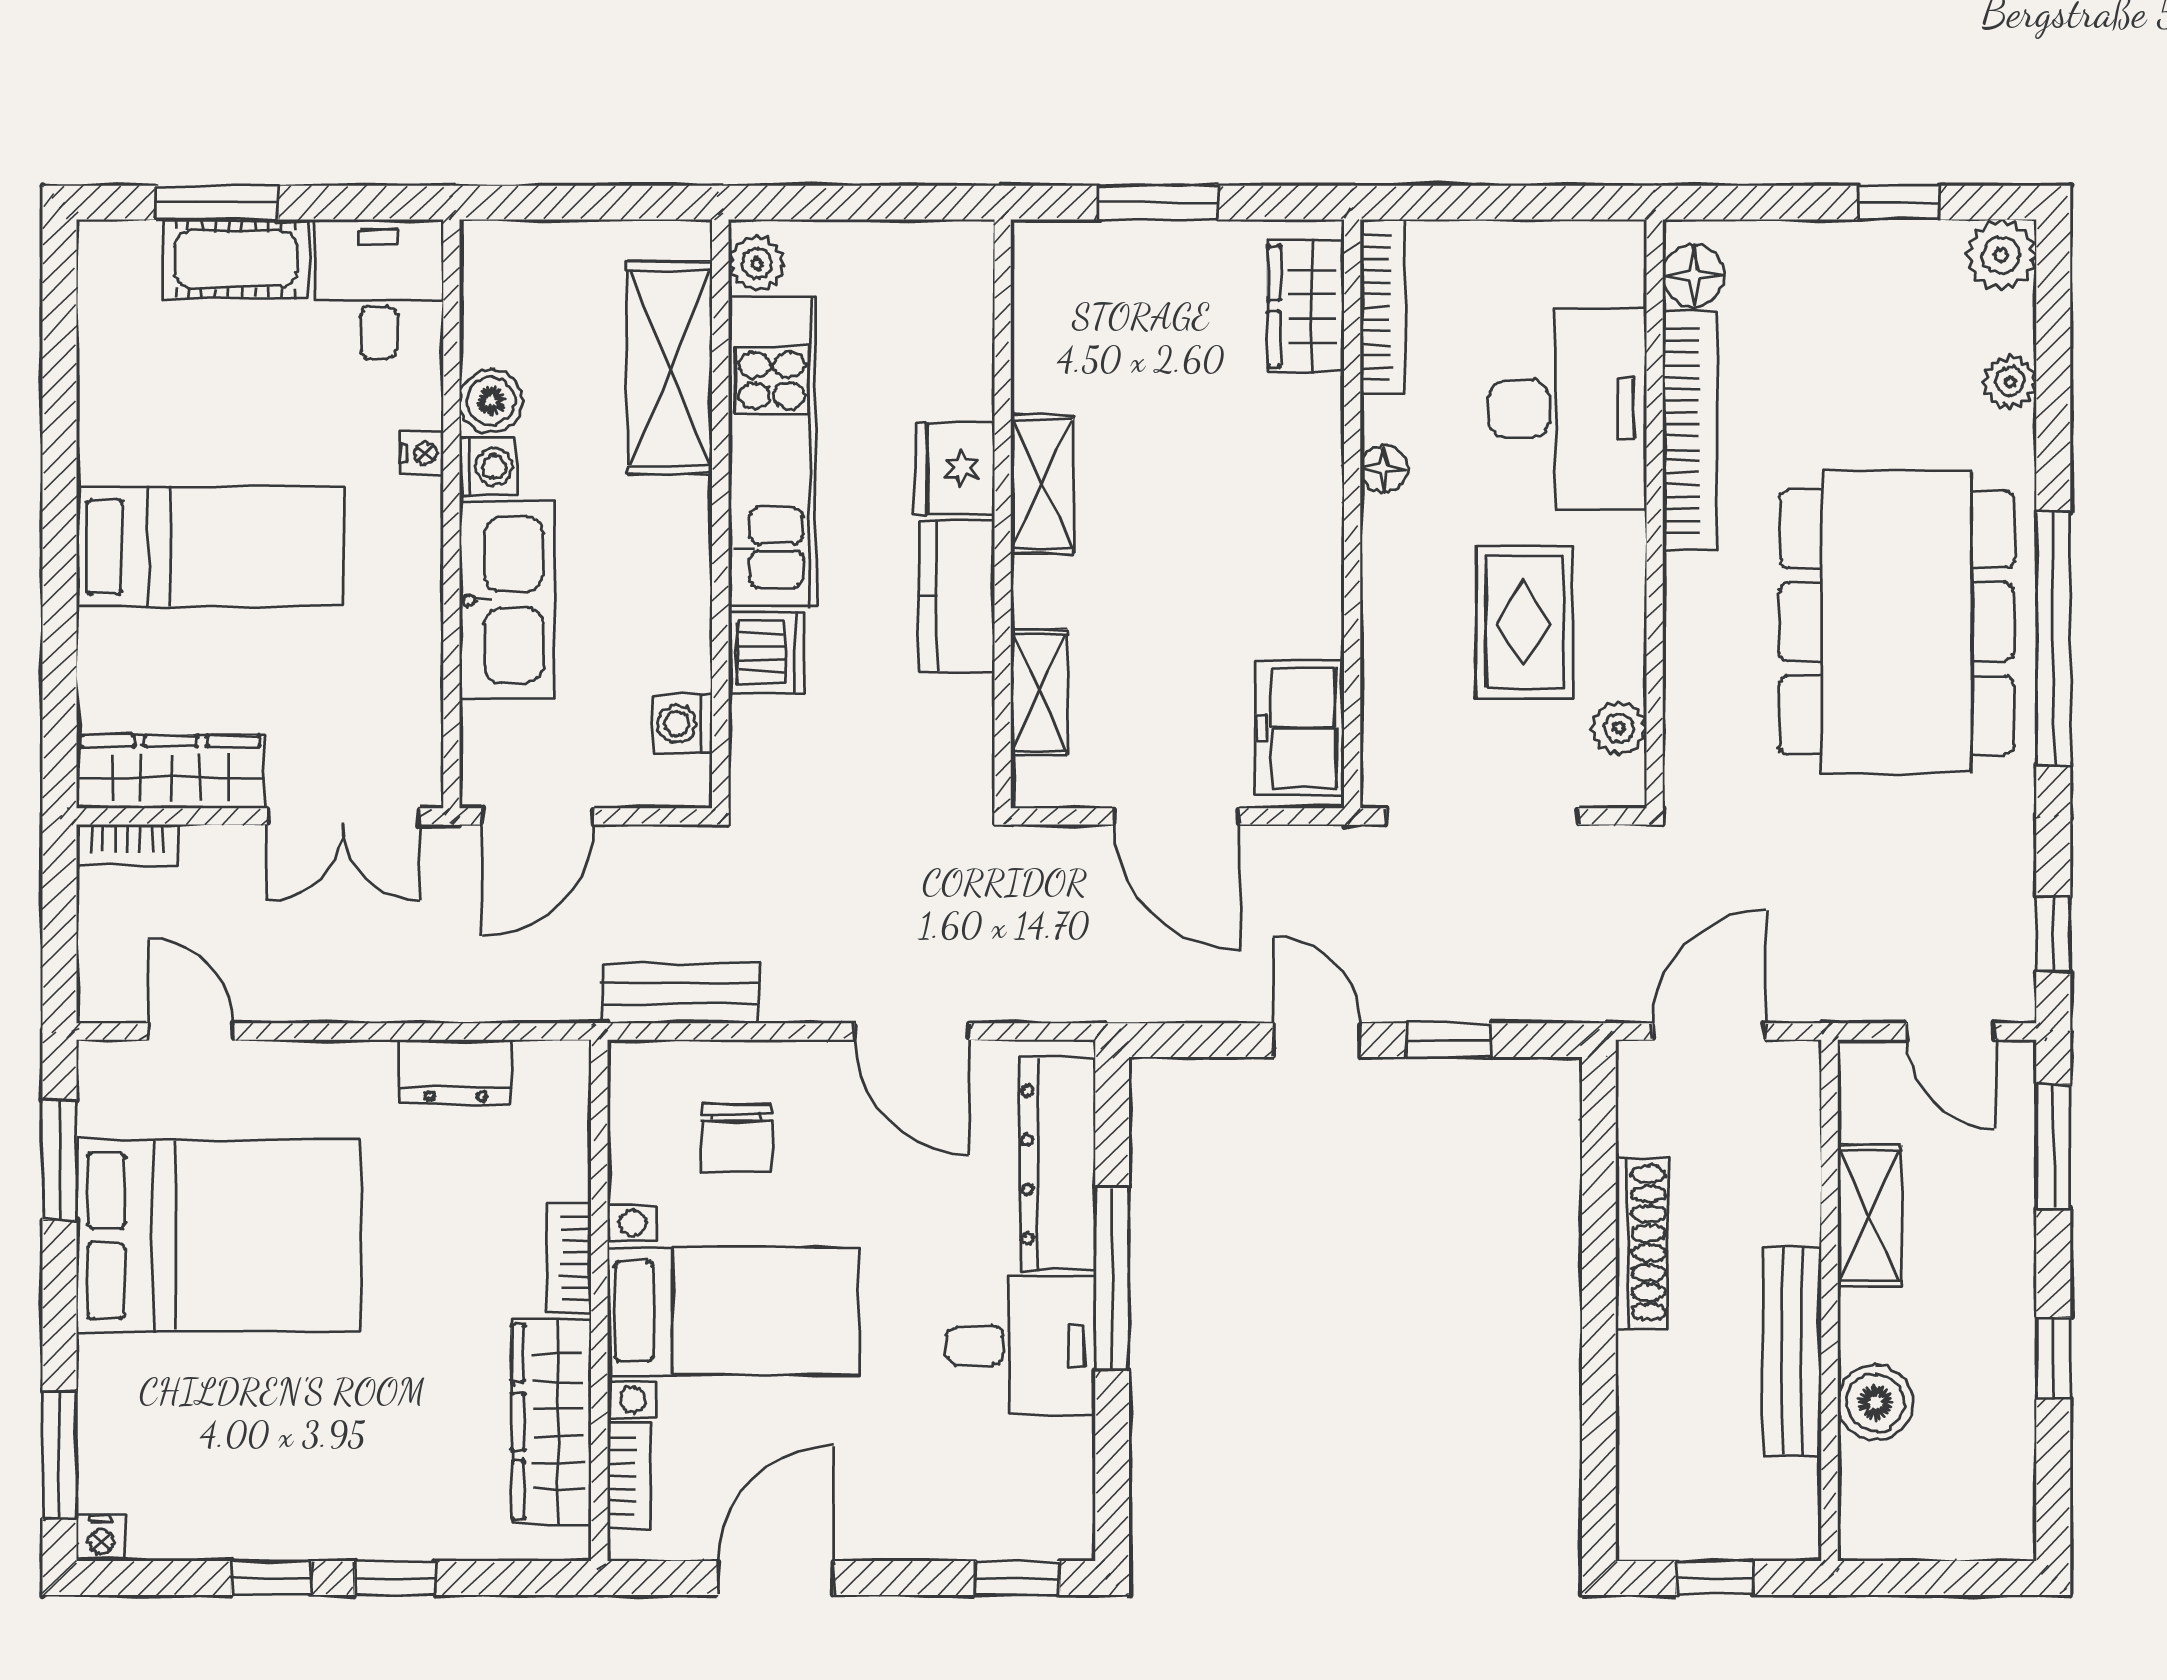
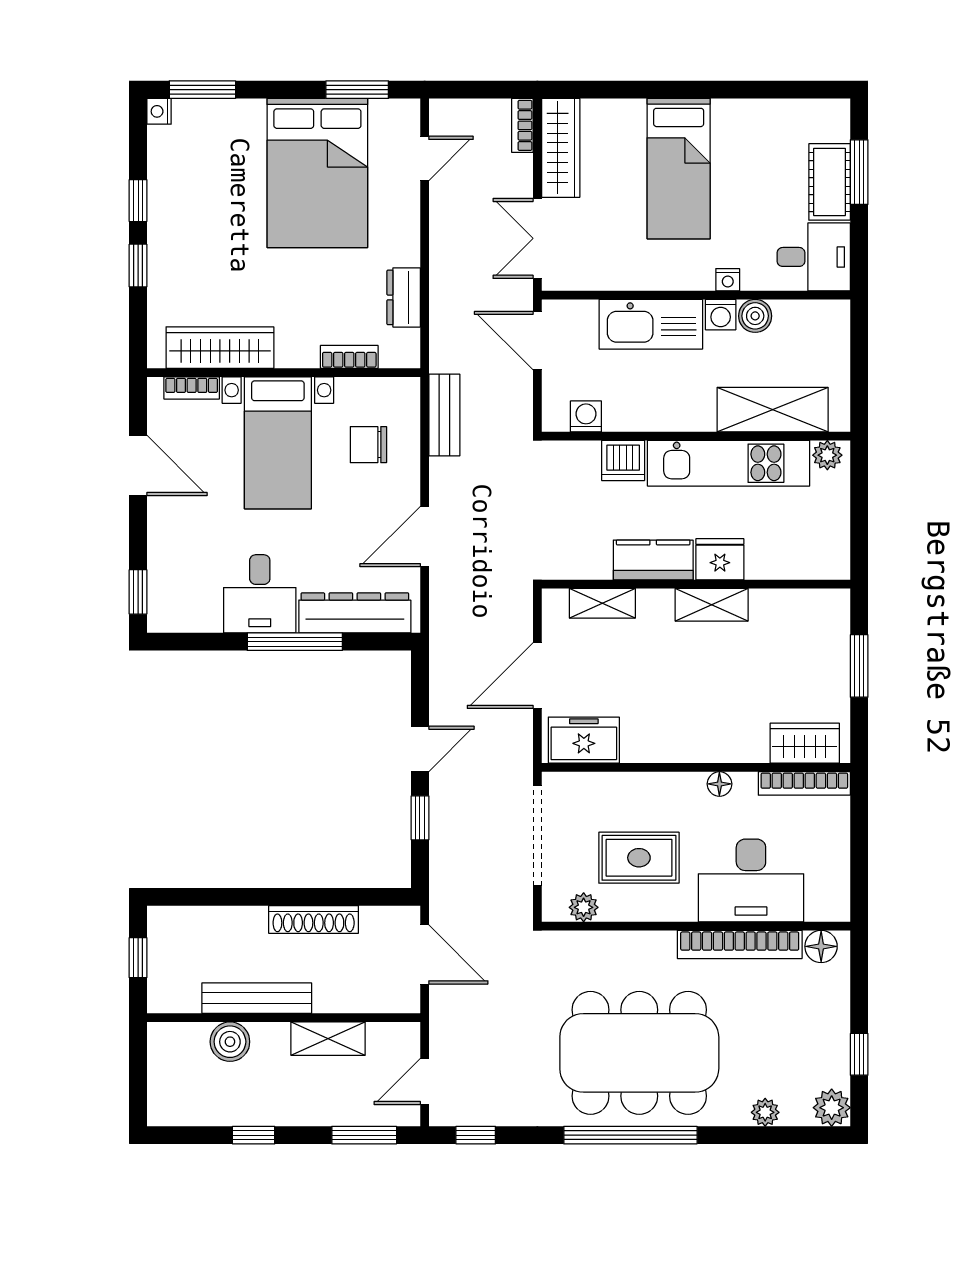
bookcase: (569, 1259) -> (349, 357), moved

